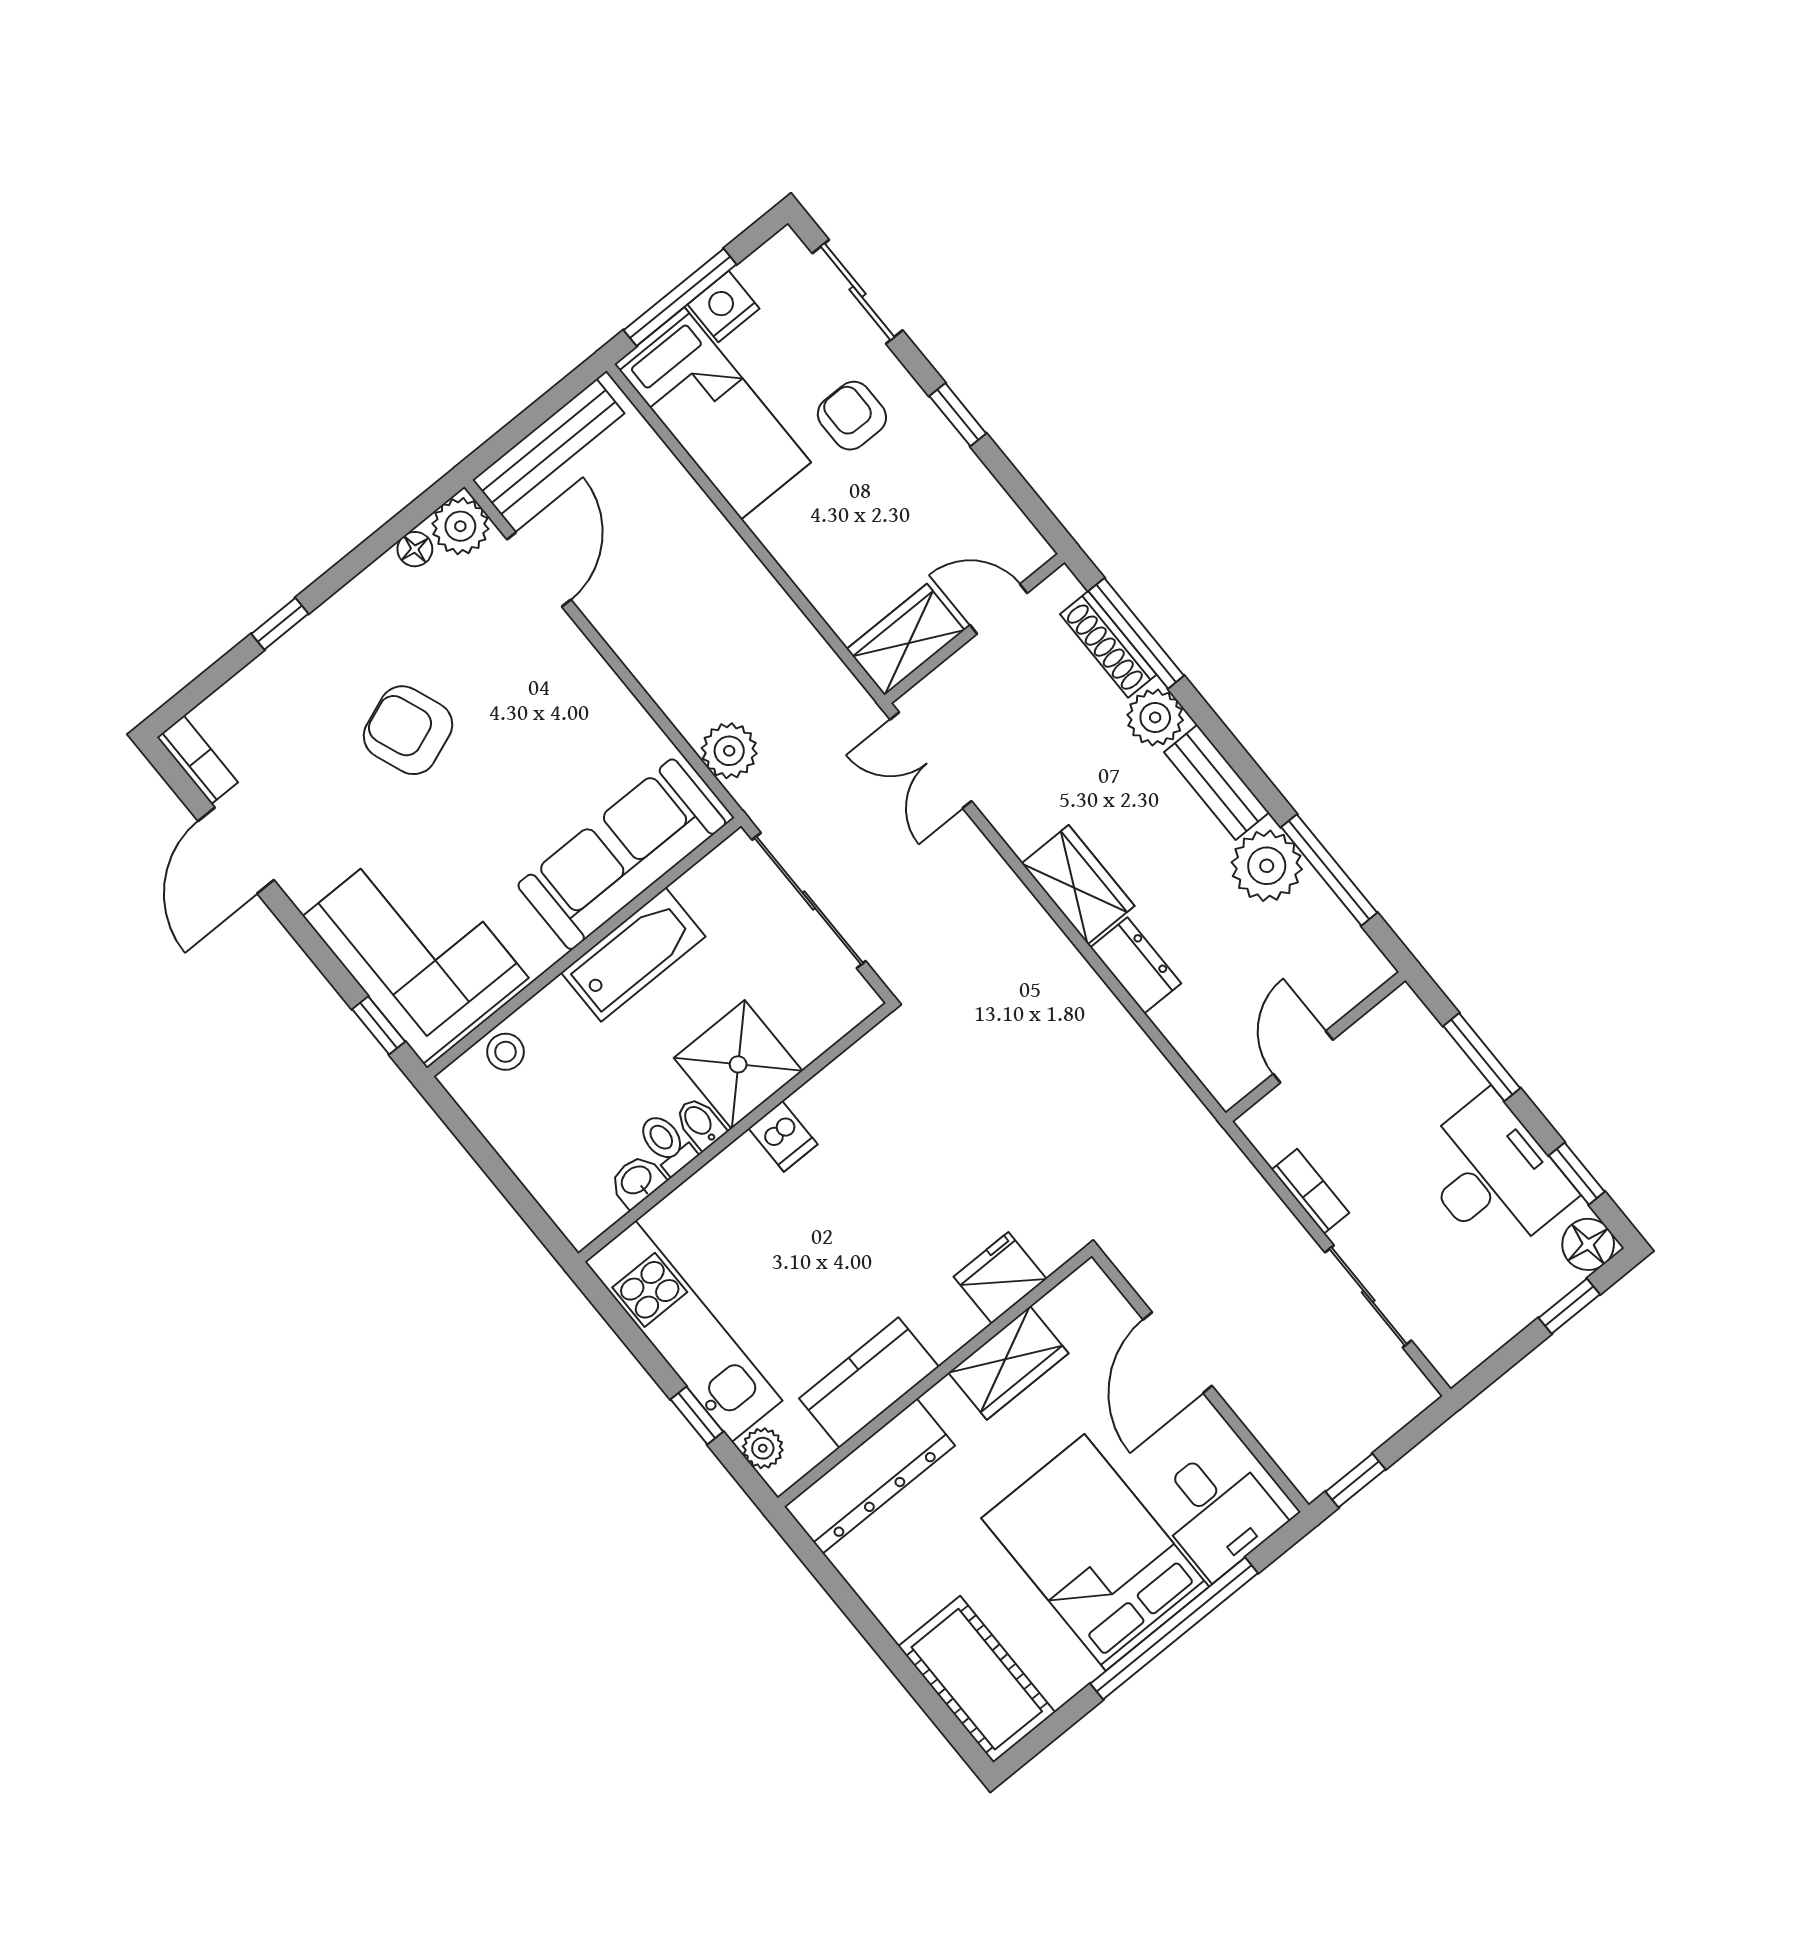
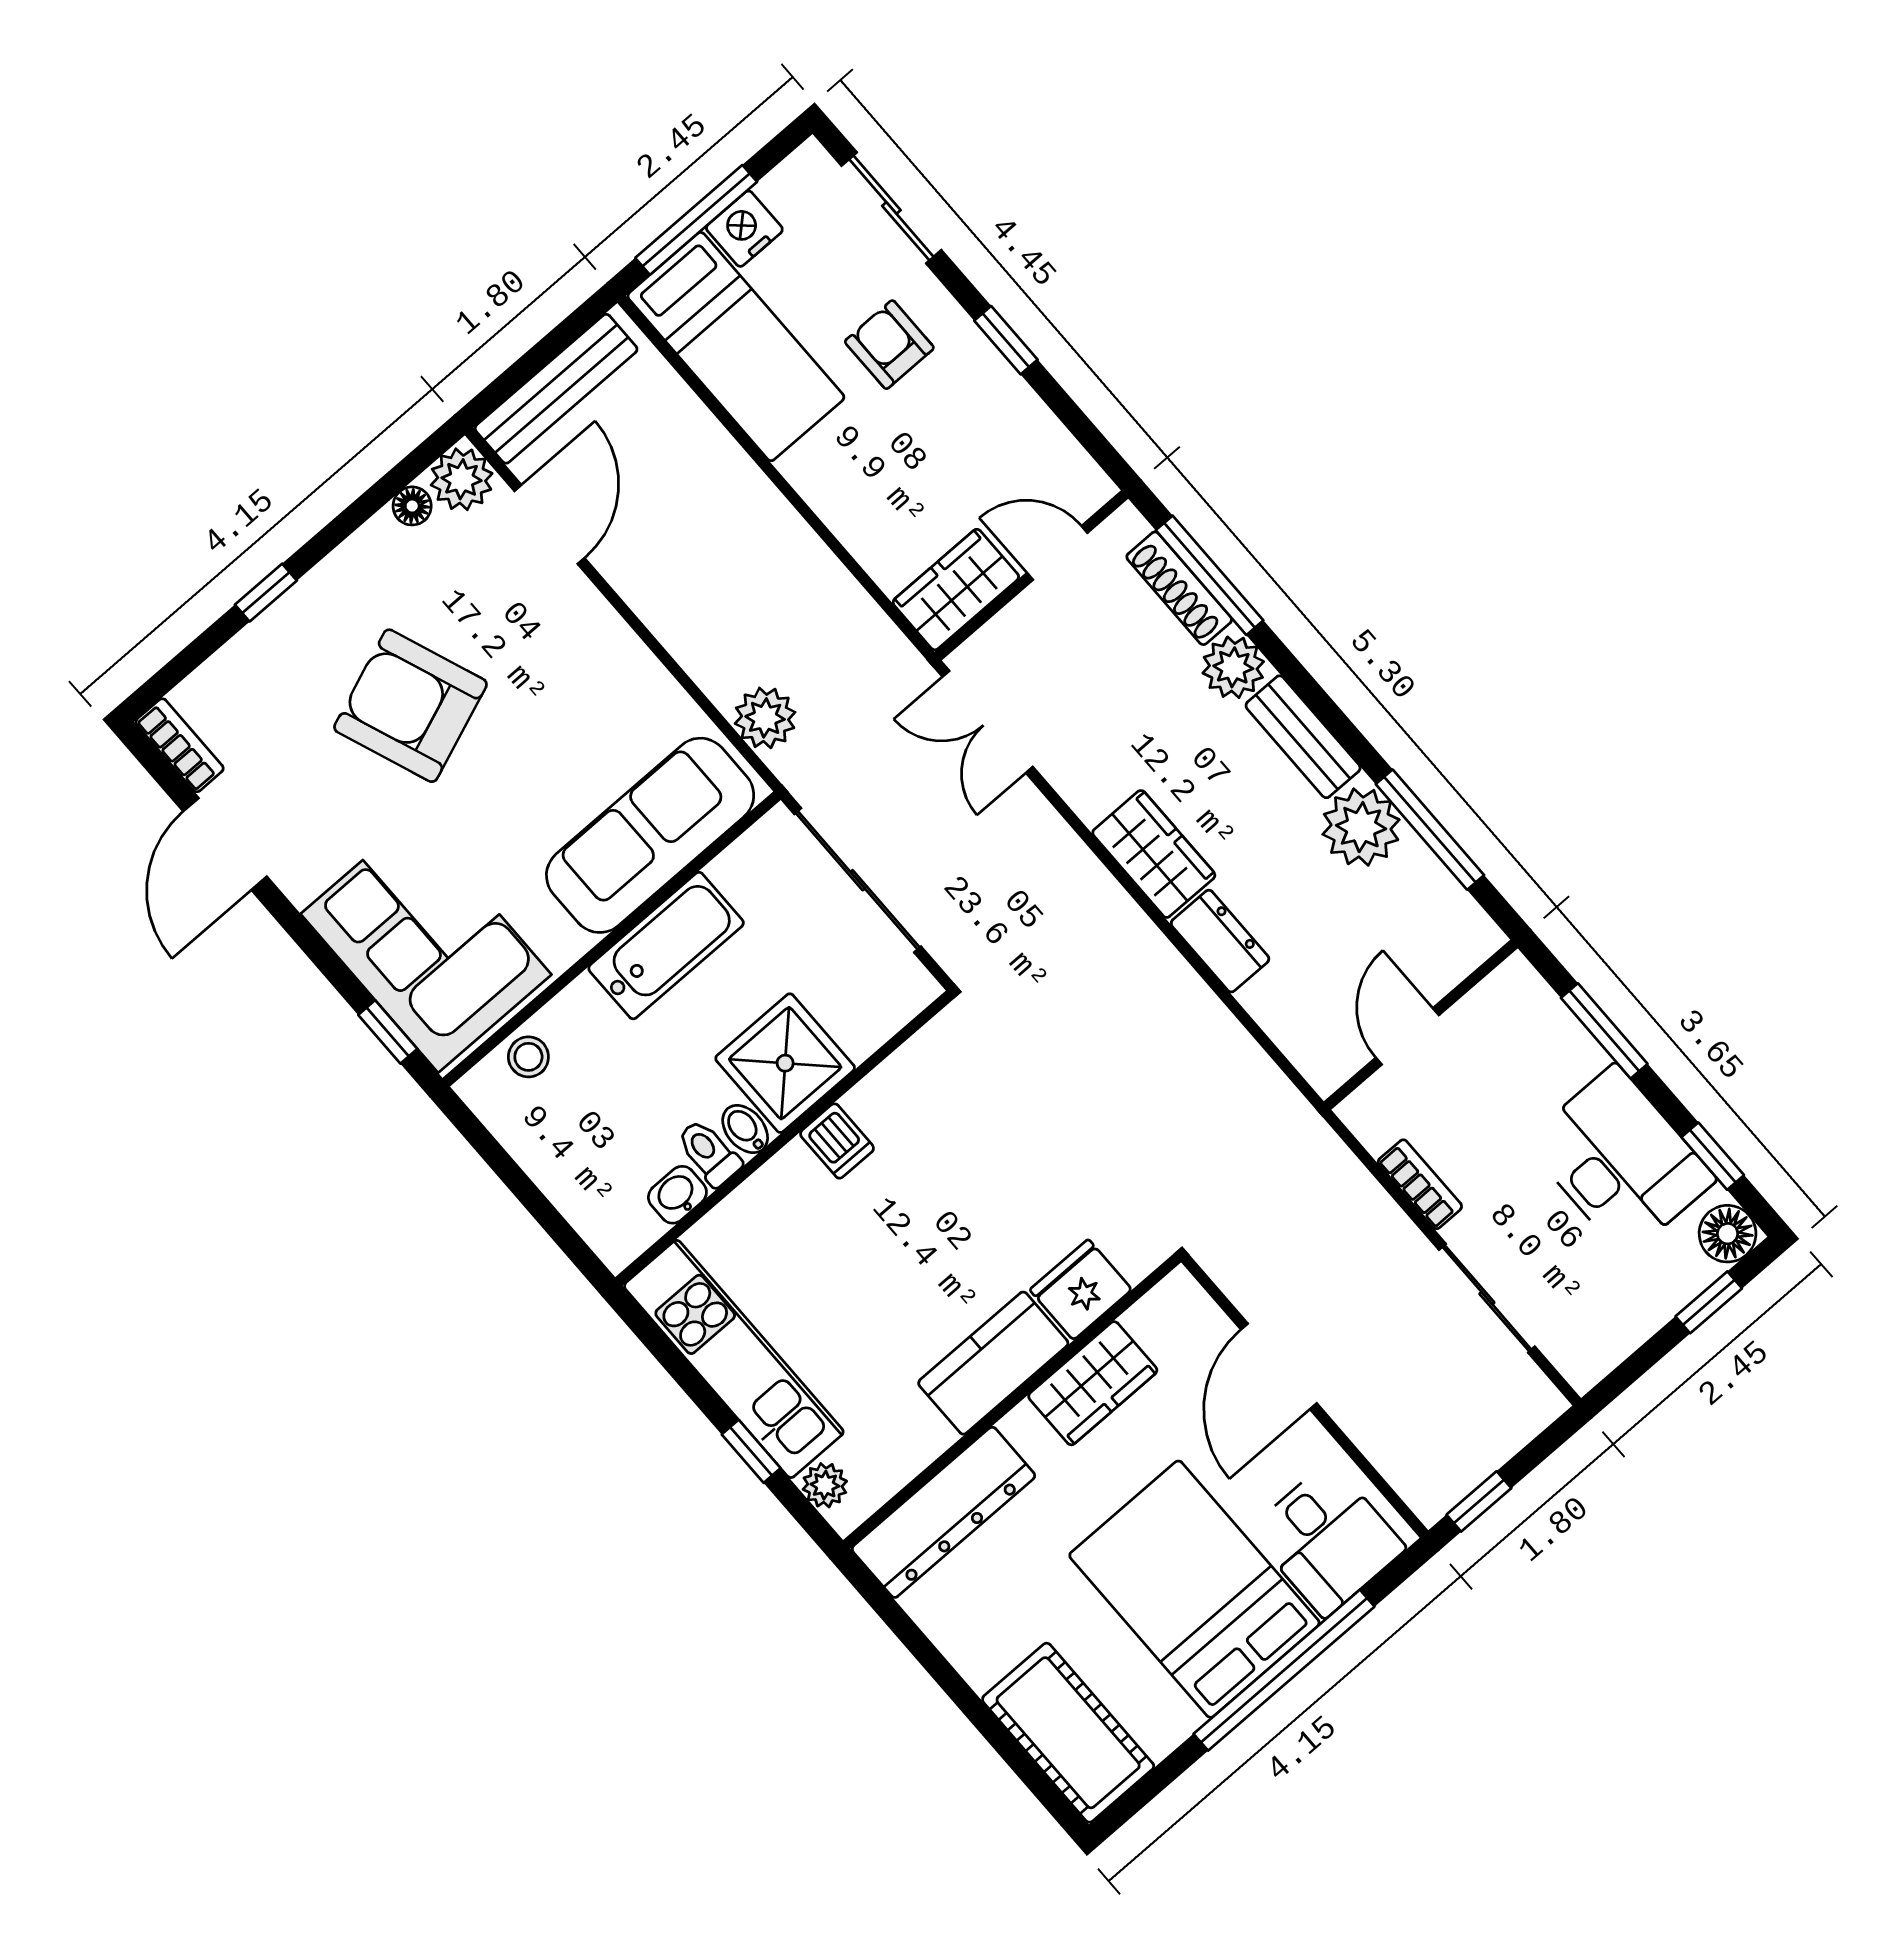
armchair: (408, 730) -> (410, 706), width x1.36, depth x1.36
kitchen counter: (869, 1383) -> (993, 1363), moved

